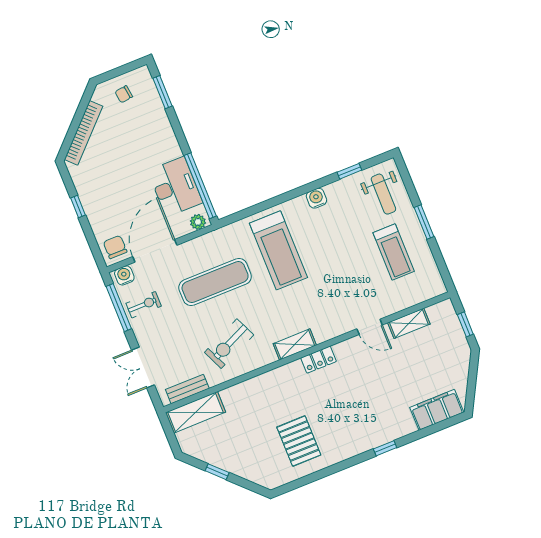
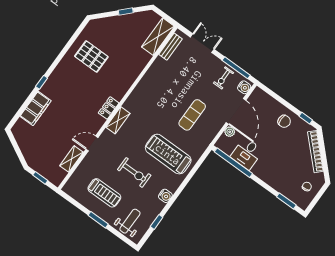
desk: (175, 187) -> (247, 153), width x0.73
weight bench: (383, 194) -> (130, 221), turned 90
window: (78, 207) -> (306, 118), moved
plant: (198, 222) -> (230, 132), moved
chair: (115, 247) -> (284, 121), moved
treadmill: (394, 252) -> (104, 193), turned 180
exercise mat: (215, 282) -> (192, 115), width x0.73, depth x0.69
exercise bike: (229, 344) -> (134, 172), moved, turned 114
shelving: (295, 344) -> (118, 120), moved
filing cabinet: (437, 410) -> (36, 109), moved

